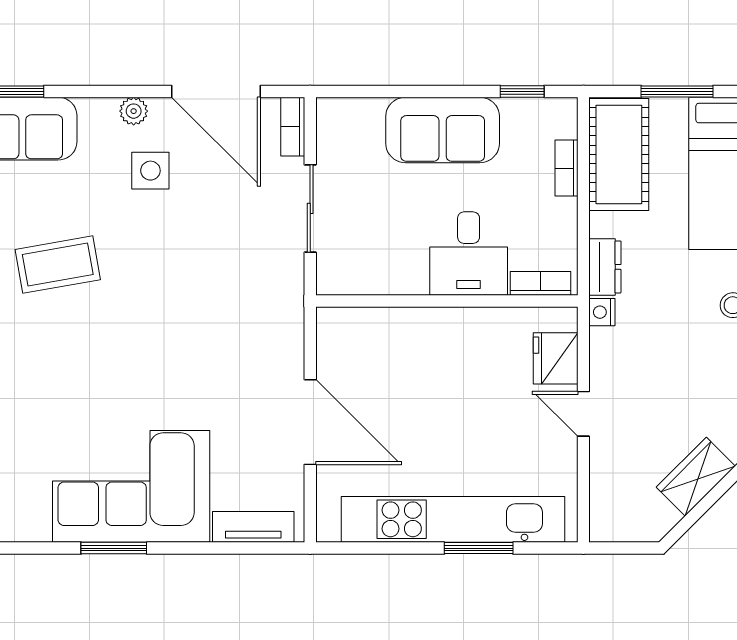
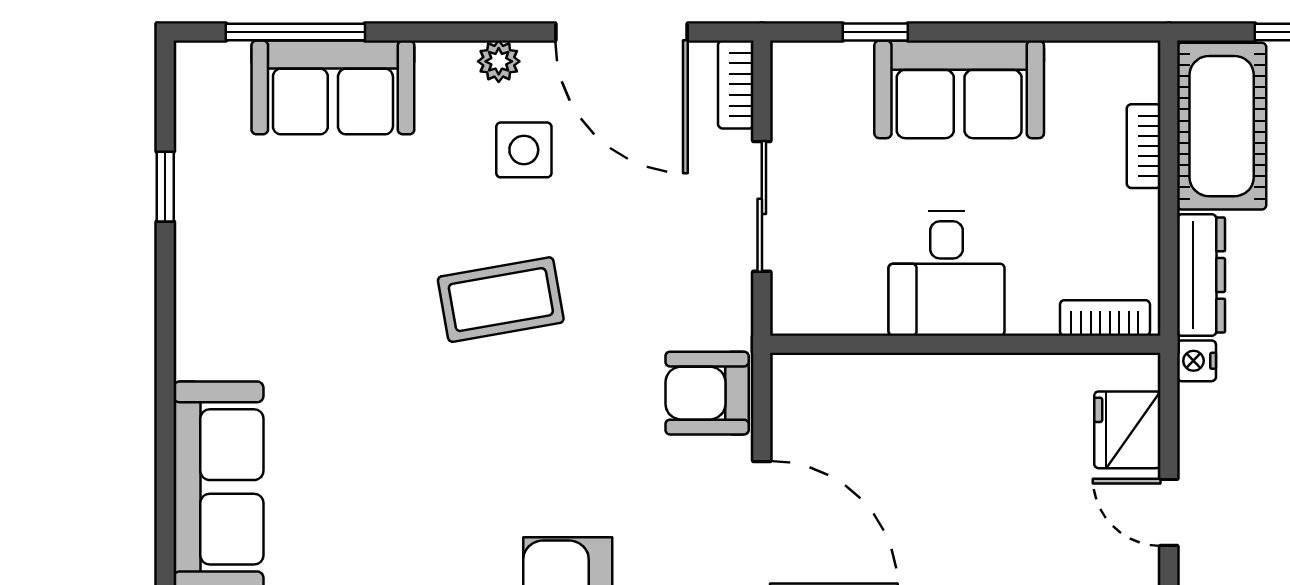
window: (522, 91) -> (875, 32), moved
desk: (469, 254) -> (947, 274), moved
coffee table: (58, 265) -> (501, 300), moved
dresser: (605, 267) -> (1201, 275), width x1.44
armchair: (273, 334) -> (707, 393), added

